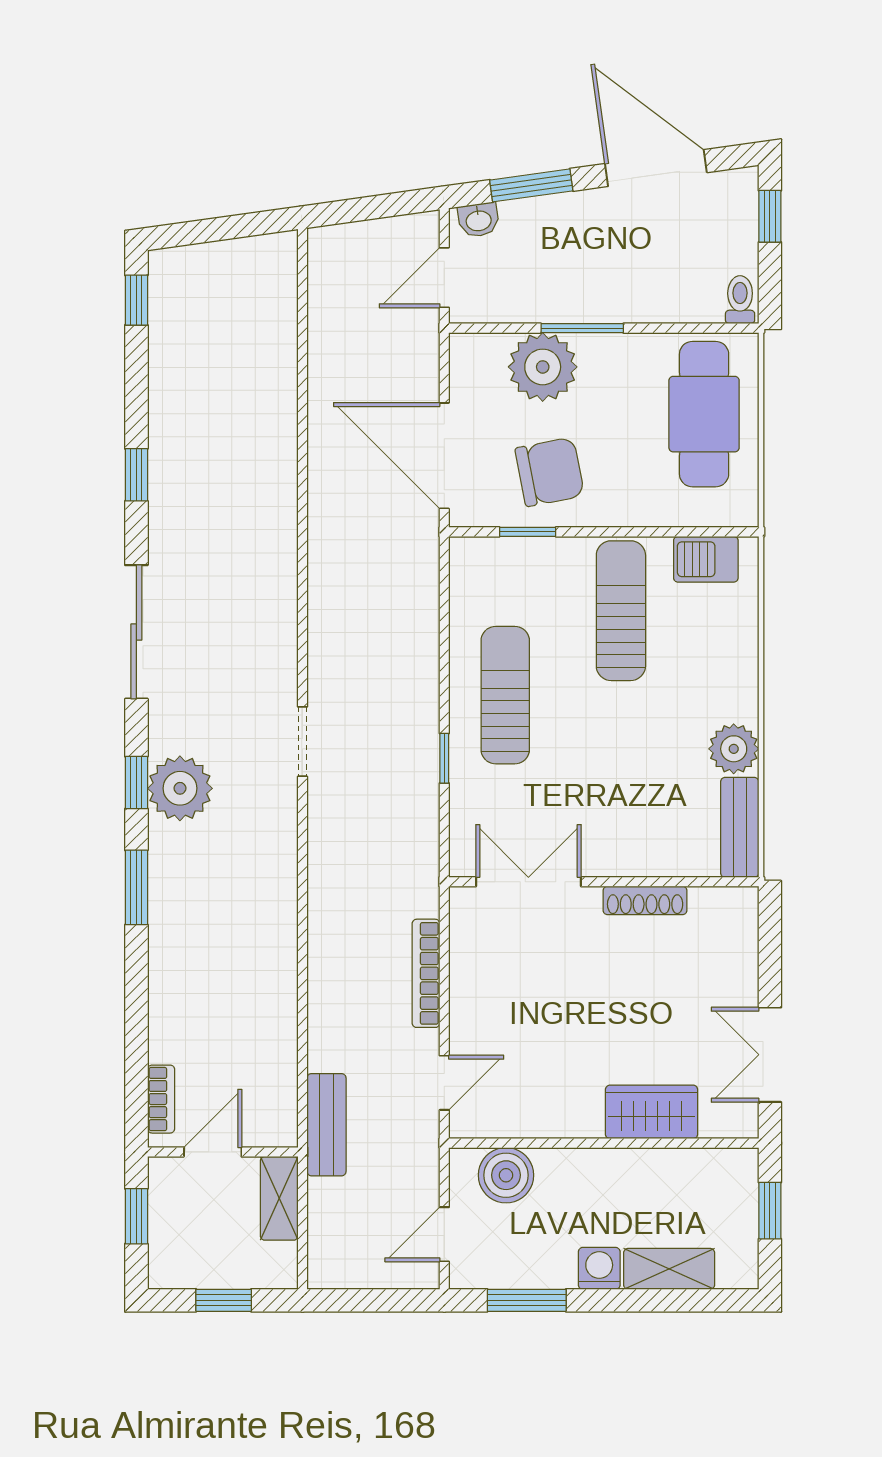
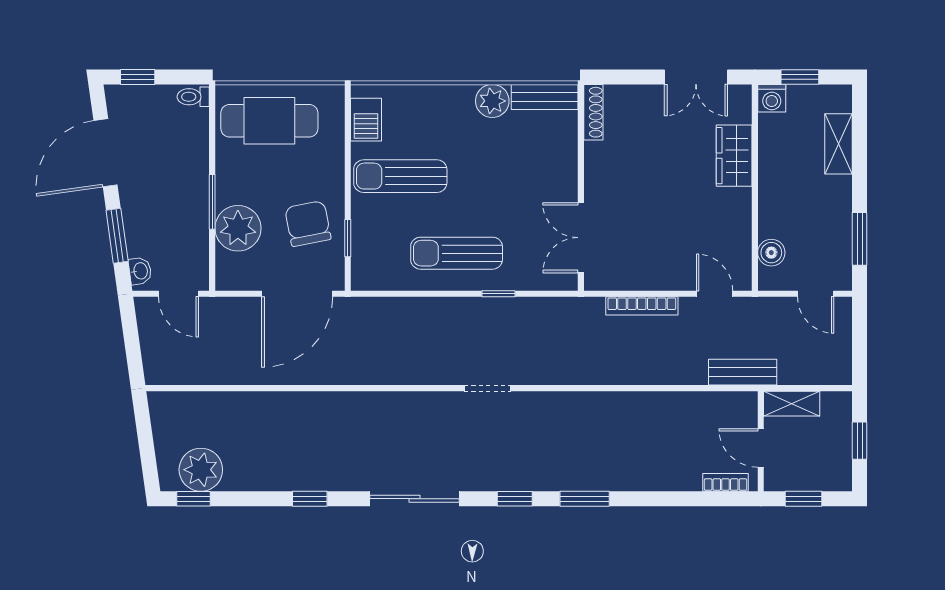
plant: (180, 788) -> (201, 470), moved
shoe rack: (645, 900) -> (593, 112), moved
boiler: (506, 1175) -> (771, 253), width x0.73, depth x0.73
washing machine: (599, 1268) -> (772, 98), moved, turned -90

